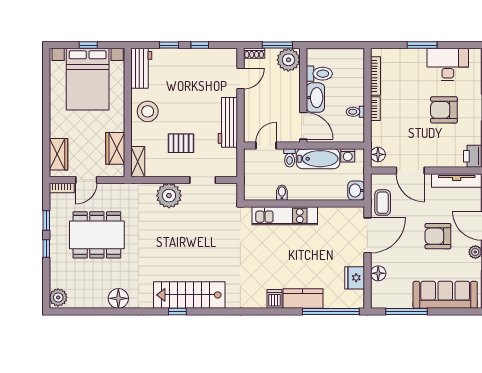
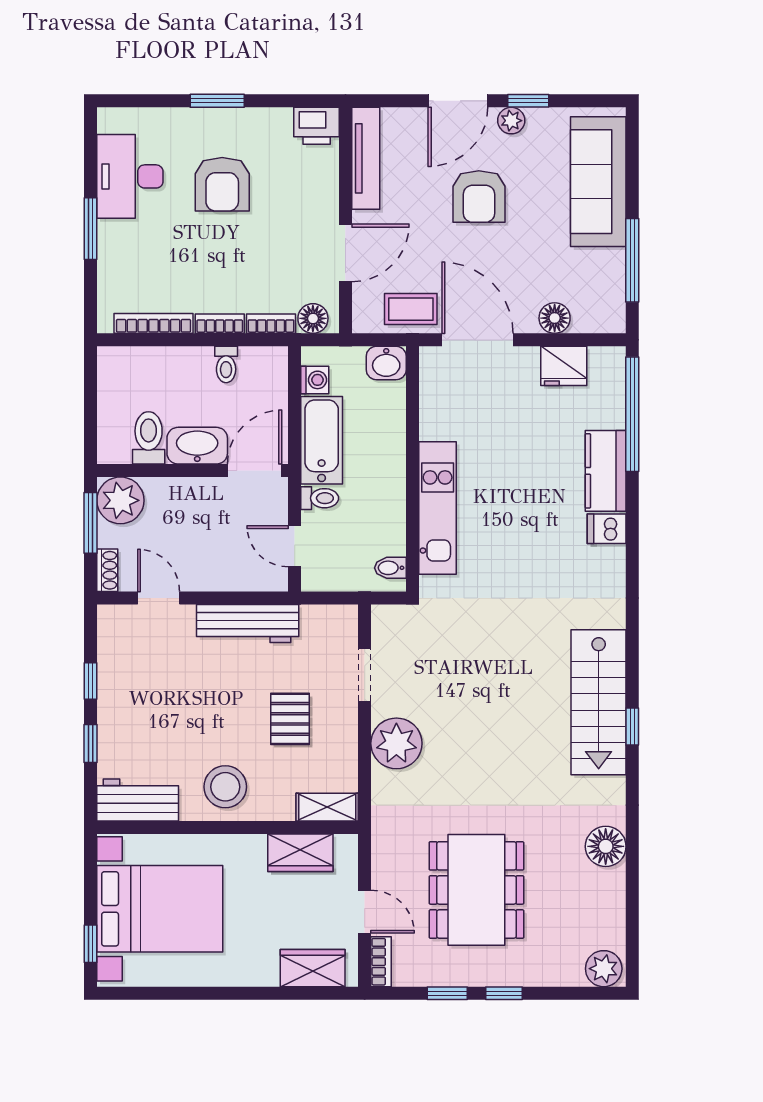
window: (88, 45) -> (91, 944), moved
bookcase: (375, 134) -> (271, 324), added
bidet: (282, 193) -> (390, 568), moved

